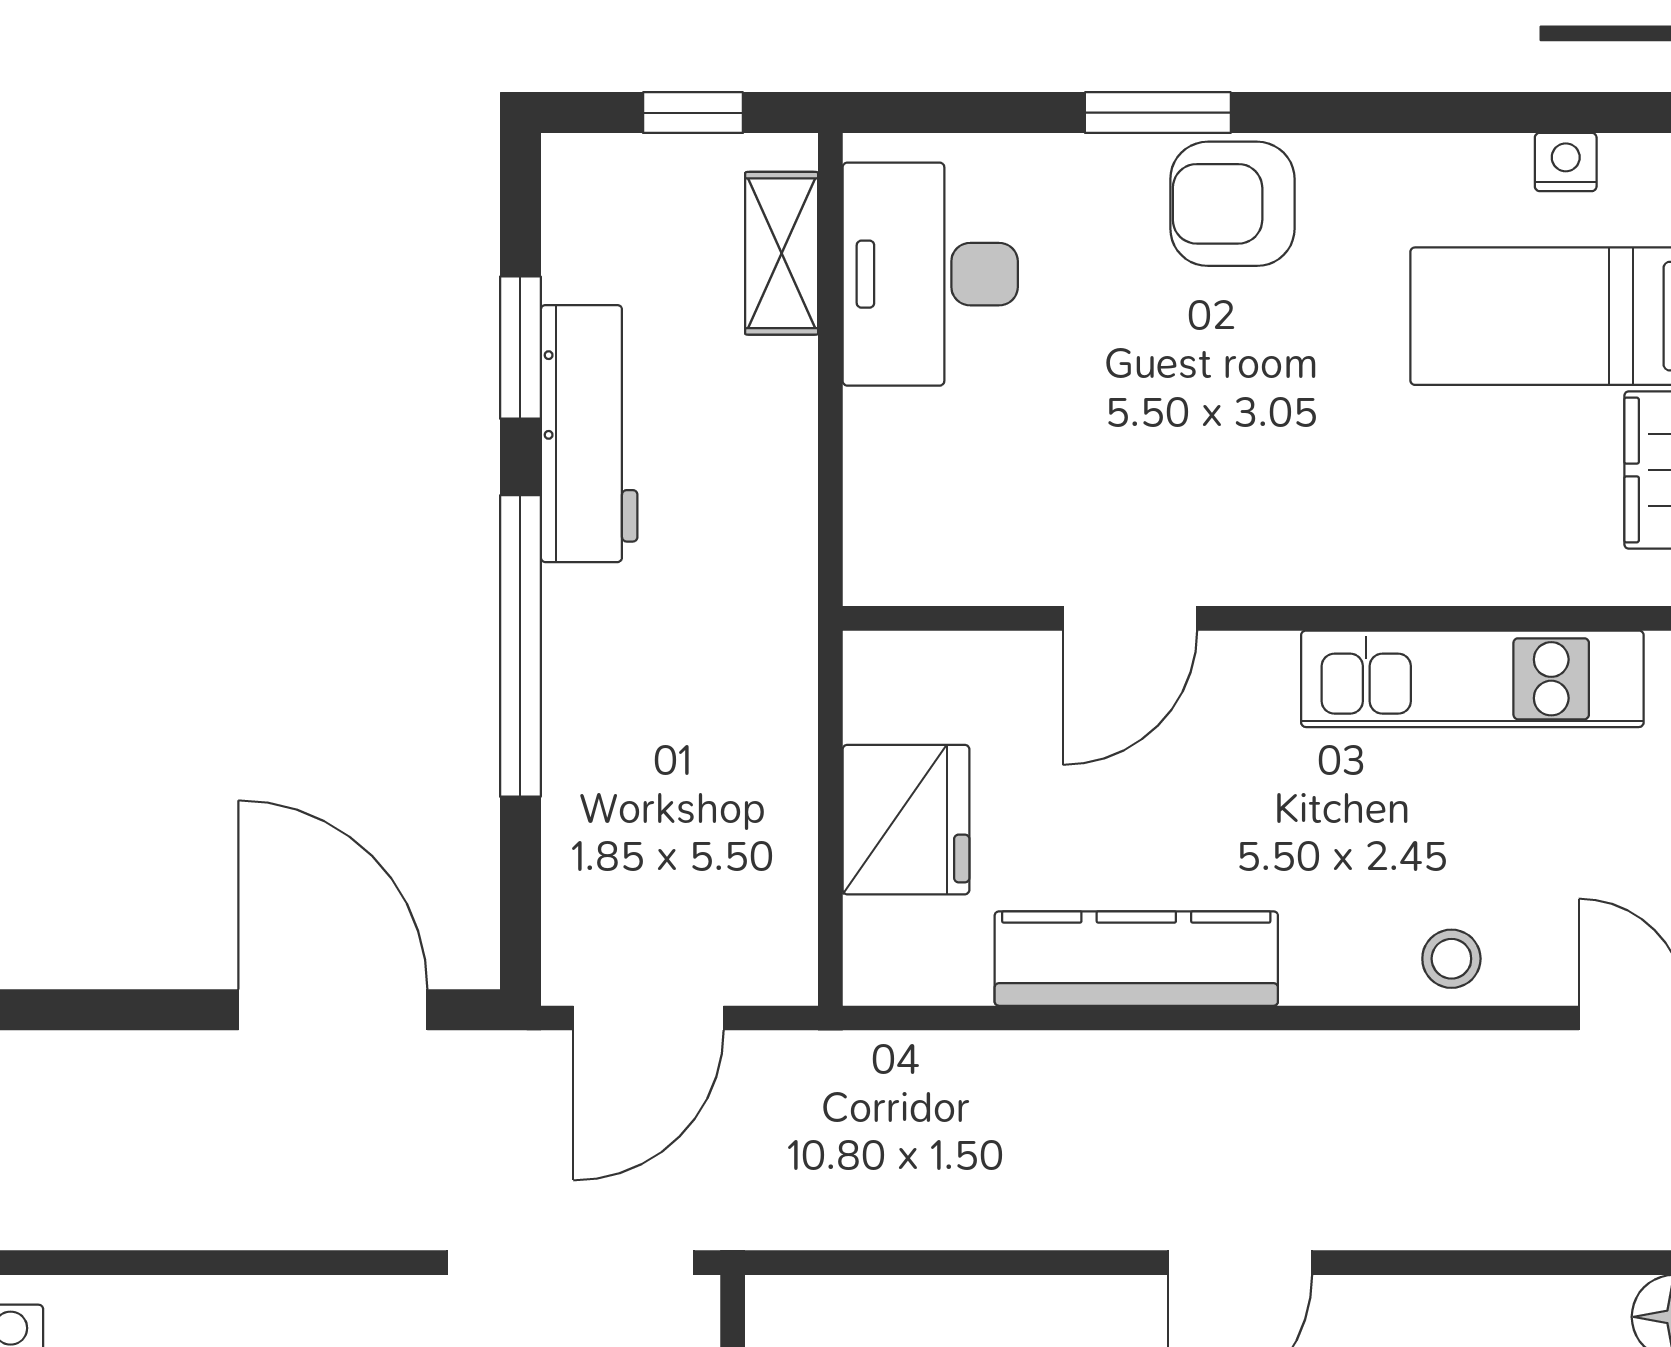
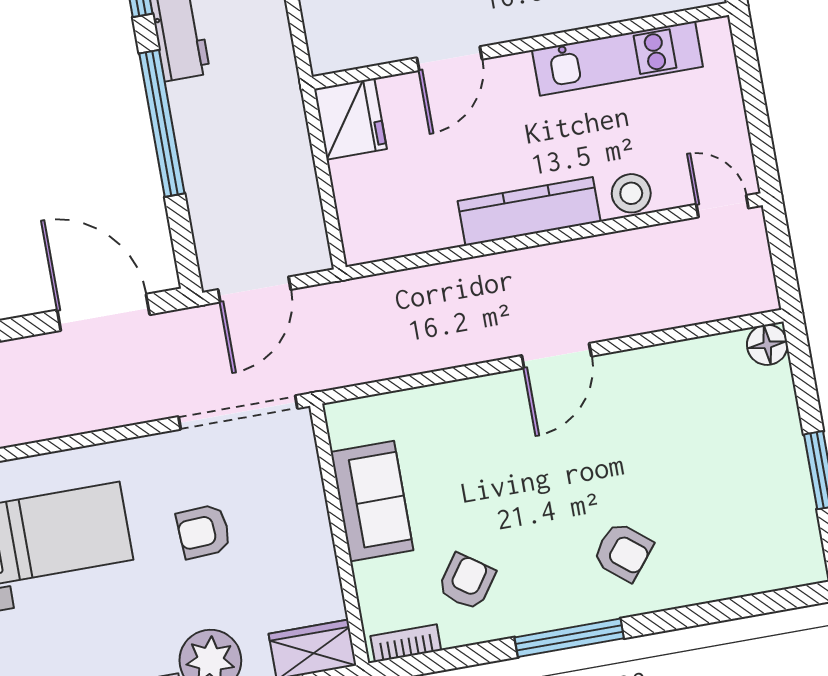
fridge: (906, 820) -> (350, 119), moved
kitchen counter: (1136, 959) -> (529, 211), moved
stool: (1451, 959) -> (631, 193), width x1.37, depth x1.37

